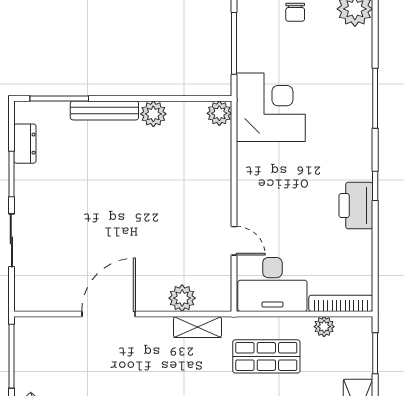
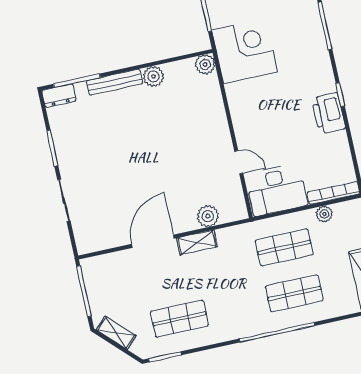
dresser: (25, 144) -> (59, 96), moved, turned 90
shelving: (197, 327) -> (197, 242), moved

